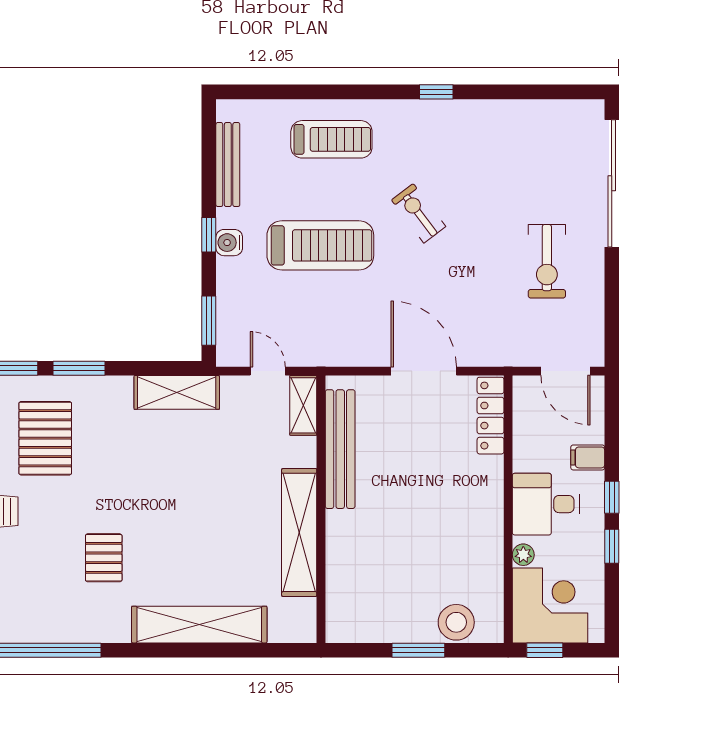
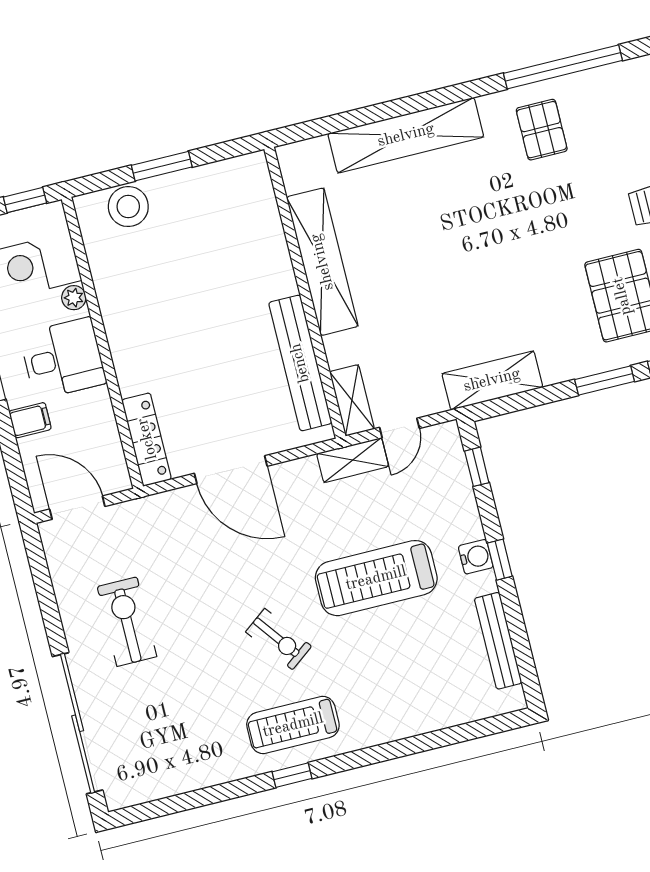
treadmill: (331, 139) -> (293, 725), moved
window: (209, 321) -> (477, 467), width x0.67
shelving: (315, 353) -> (353, 460), added
door: (268, 371) -> (400, 428), hinge flipped
pallet: (104, 558) -> (542, 130), moved

